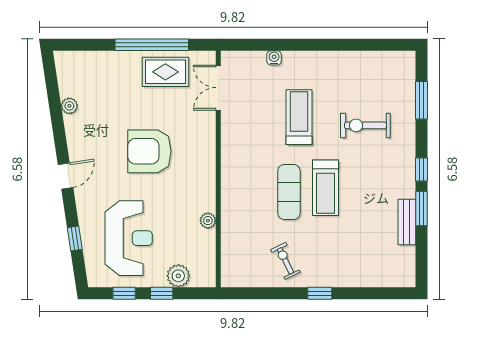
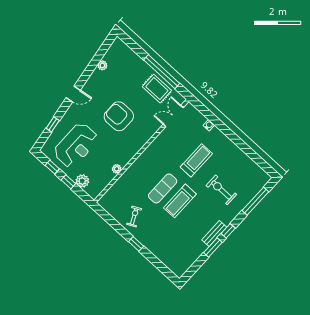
window: (422, 100) -> (255, 201), width x1.44
bench: (407, 222) -> (214, 233), moved

